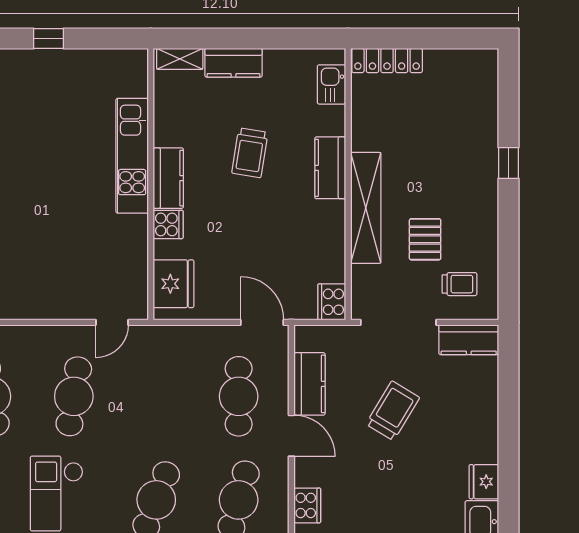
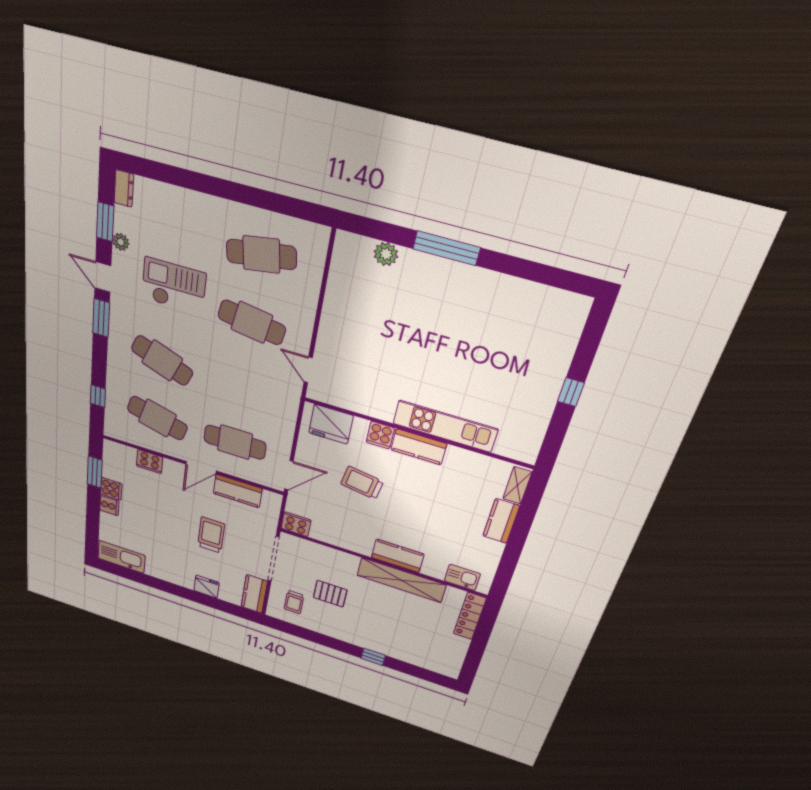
trolley: (250, 153) -> (362, 483), moved
shelving: (366, 208) -> (401, 580), moved
trolley: (393, 411) -> (211, 535), turned -121
fridge: (484, 482) -> (206, 587), moved

